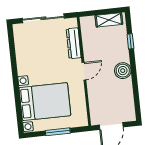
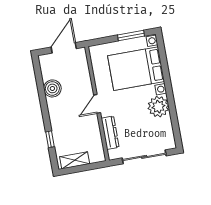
plant: (27, 64) -> (158, 107), added
boiler: (123, 71) -> (52, 88), moved
window: (58, 132) -> (131, 36), moved

